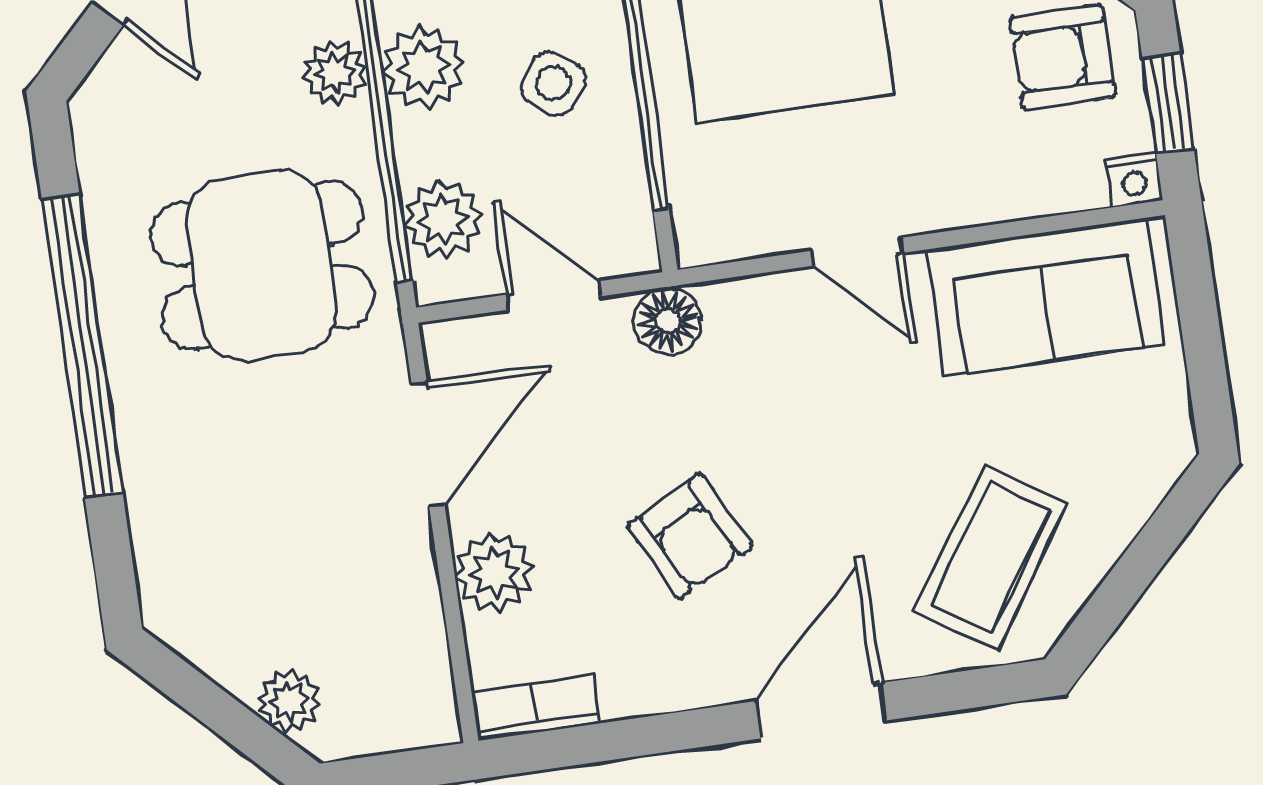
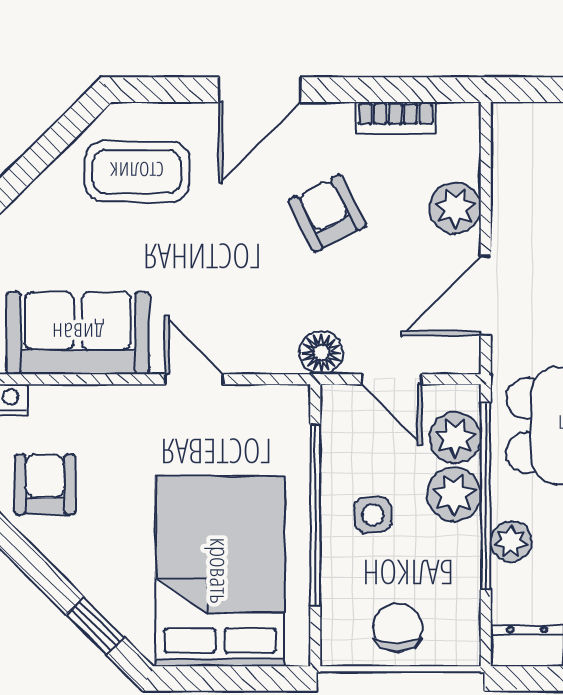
armchair: (1063, 57) -> (45, 484), turned -90
plant: (424, 67) -> (454, 494), moved
side table: (553, 83) -> (373, 515), turned -38
coffee table: (991, 558) -> (137, 172), turned 56
bookcase: (536, 708) -> (395, 118), moved

